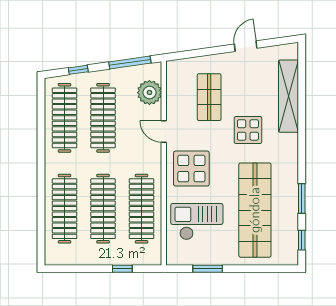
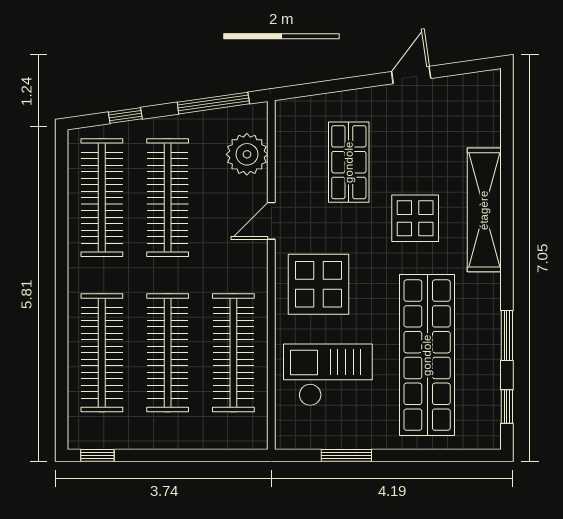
shelving: (288, 96) -> (484, 210), moved
door: (164, 131) -> (271, 221), hinge flipped
window: (122, 269) -> (97, 455), moved

